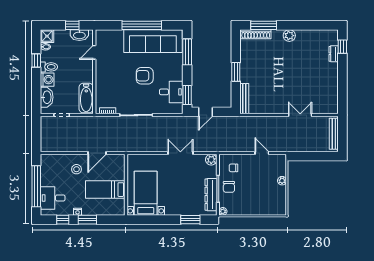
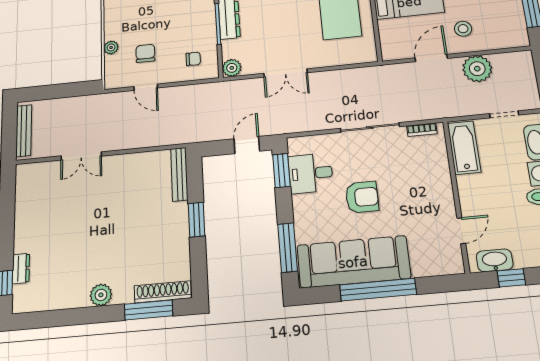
plant: (72, 144) -> (477, 69), added
chair: (229, 187) -> (145, 53), moved

